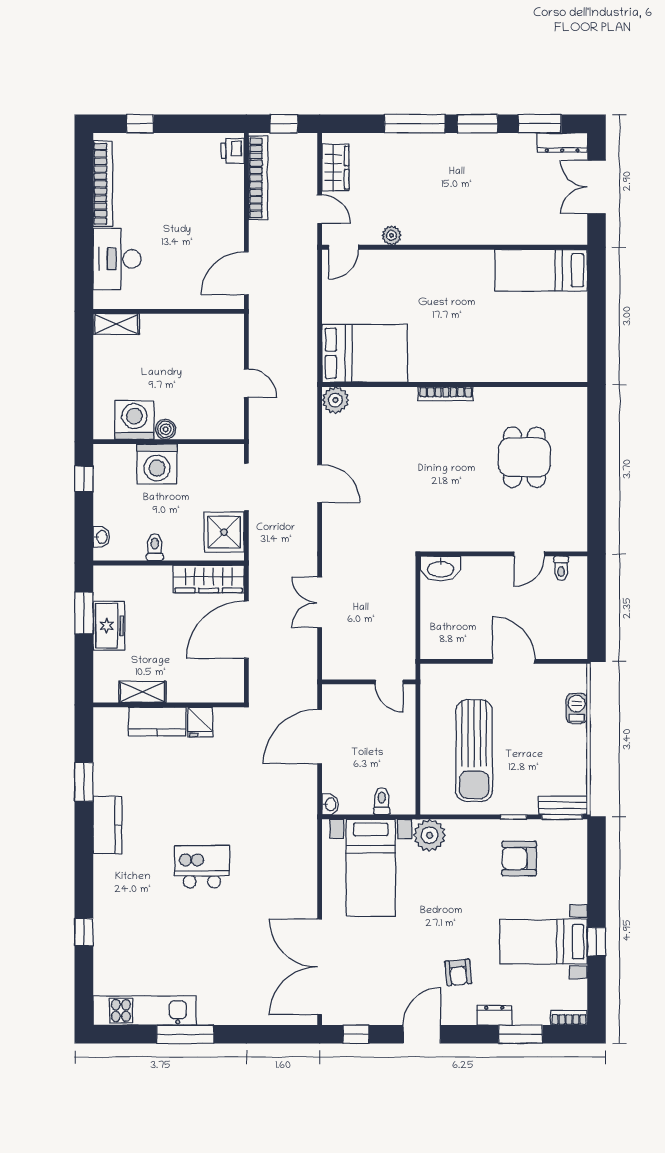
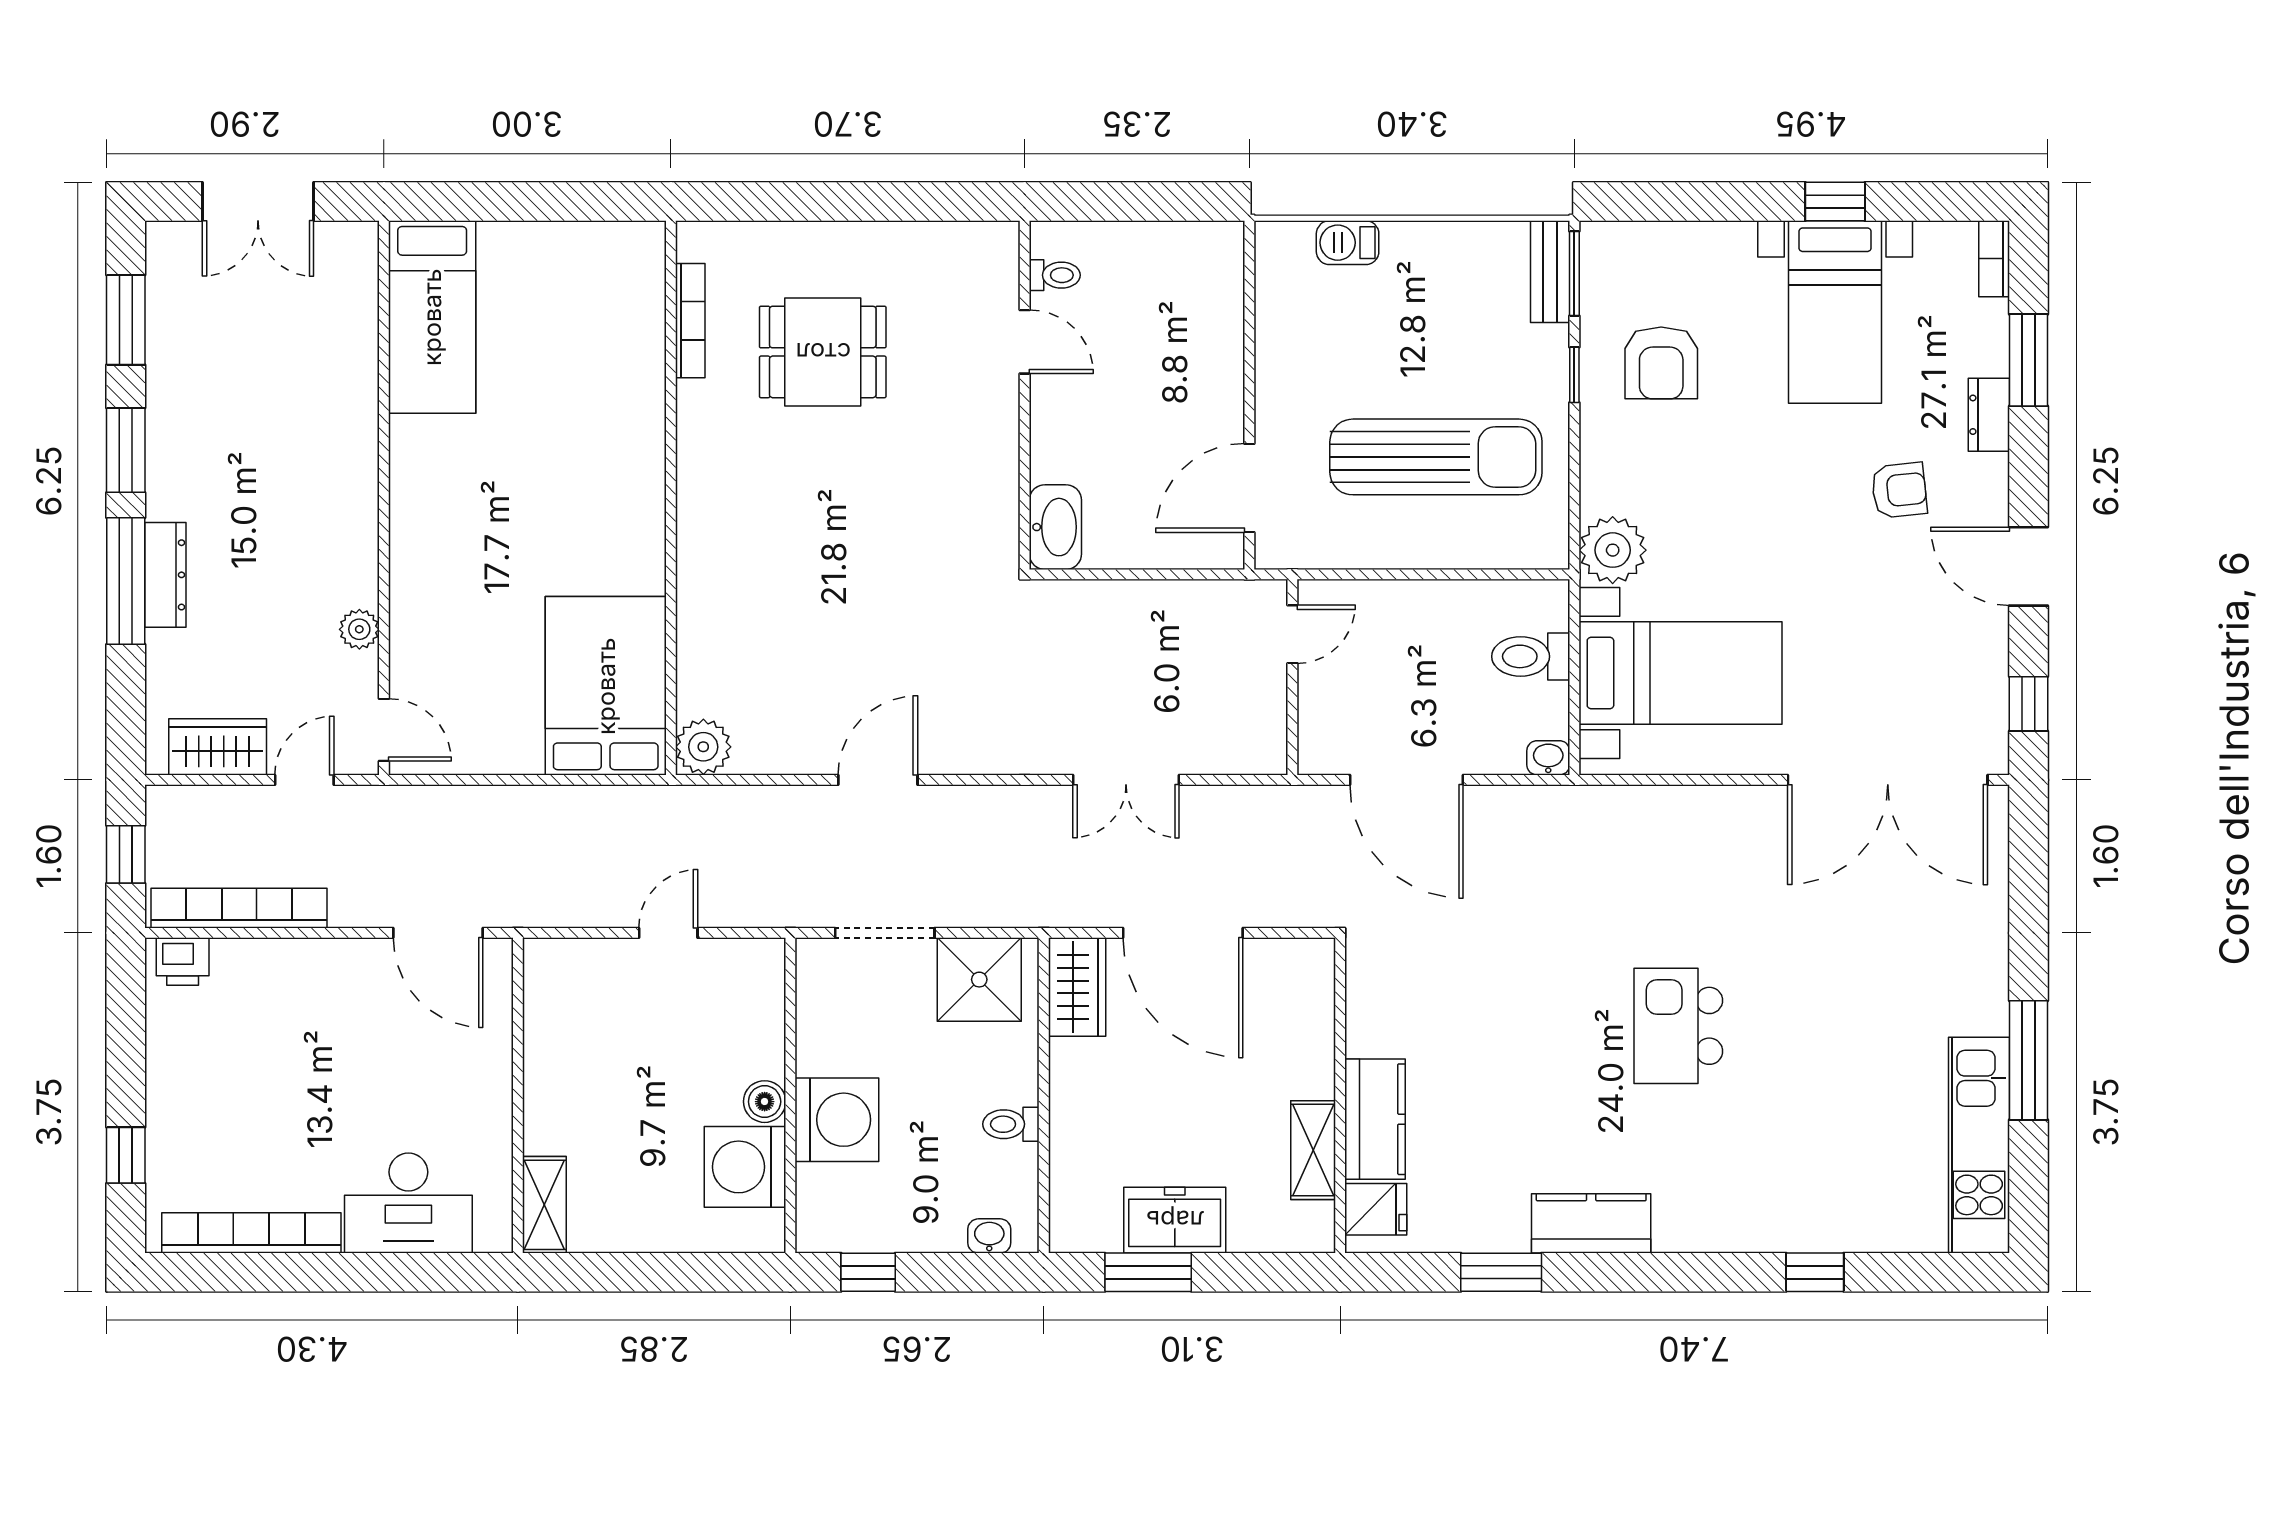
dresser: (562, 143) -> (165, 575), moved
bookcase: (446, 394) -> (690, 321), moved
wardrobe: (209, 579) -> (1077, 987), width x0.67
door: (514, 661) -> (1249, 488), moved
fridge: (200, 722) -> (1376, 1209), moved
toilet: (382, 801) -> (1531, 656), width x1.37, depth x1.39

